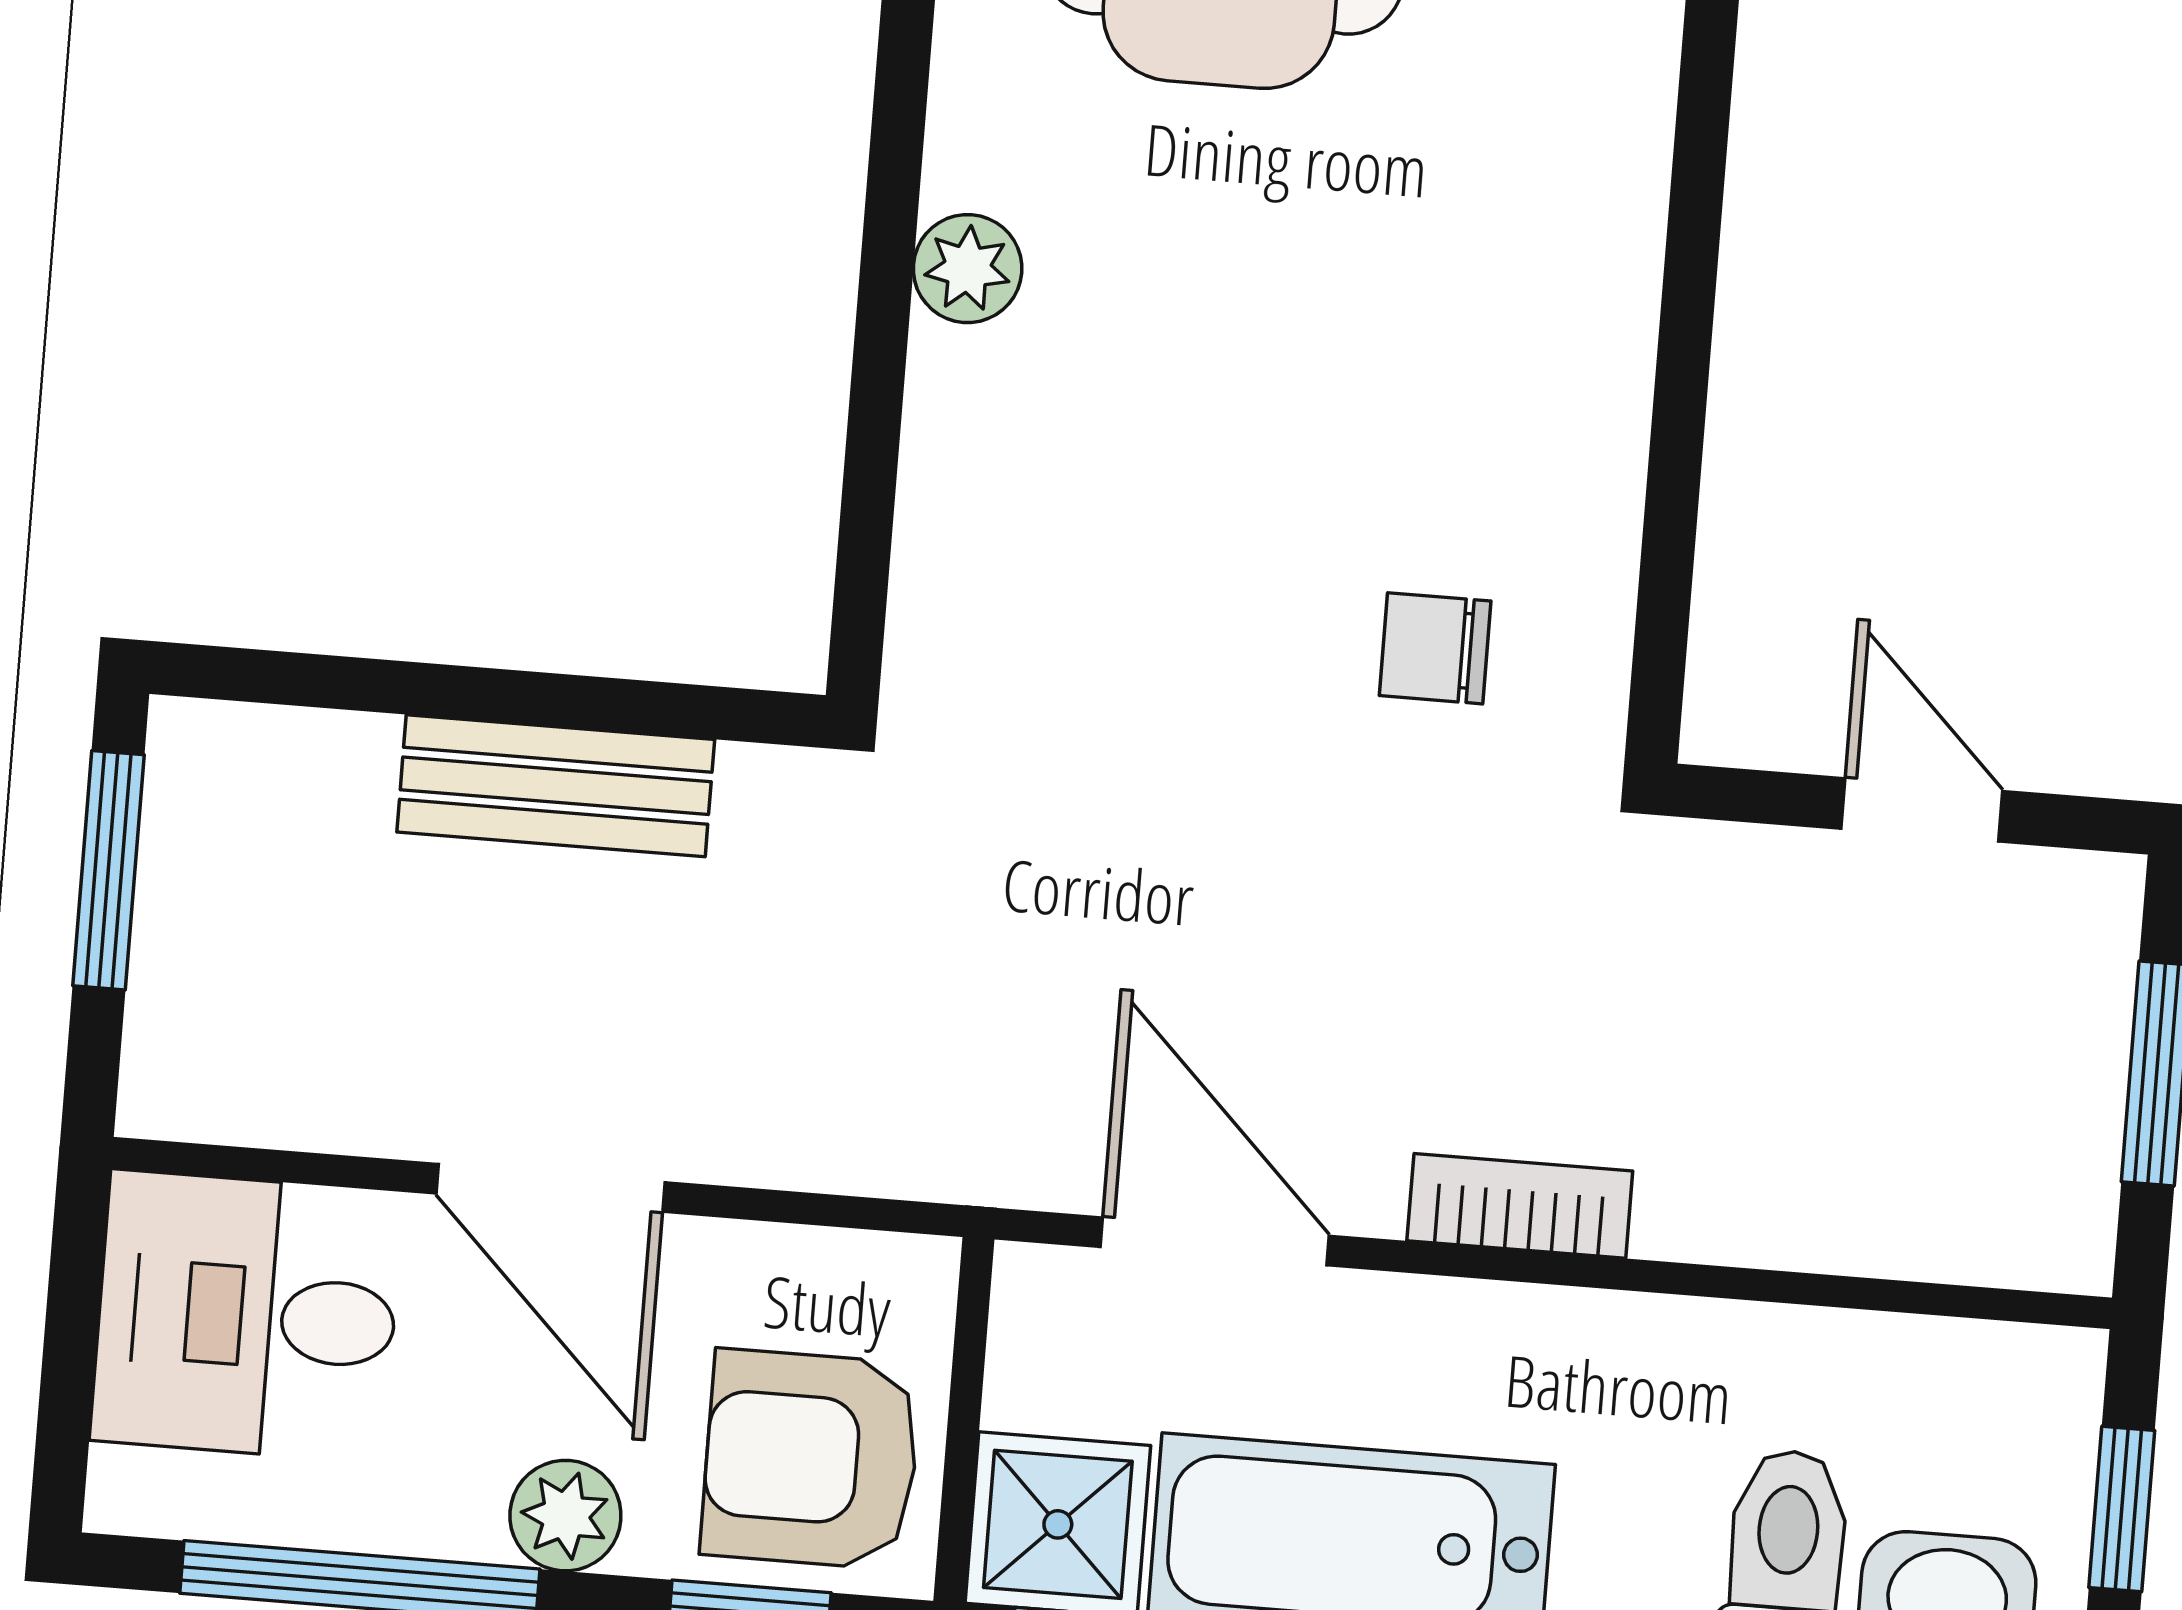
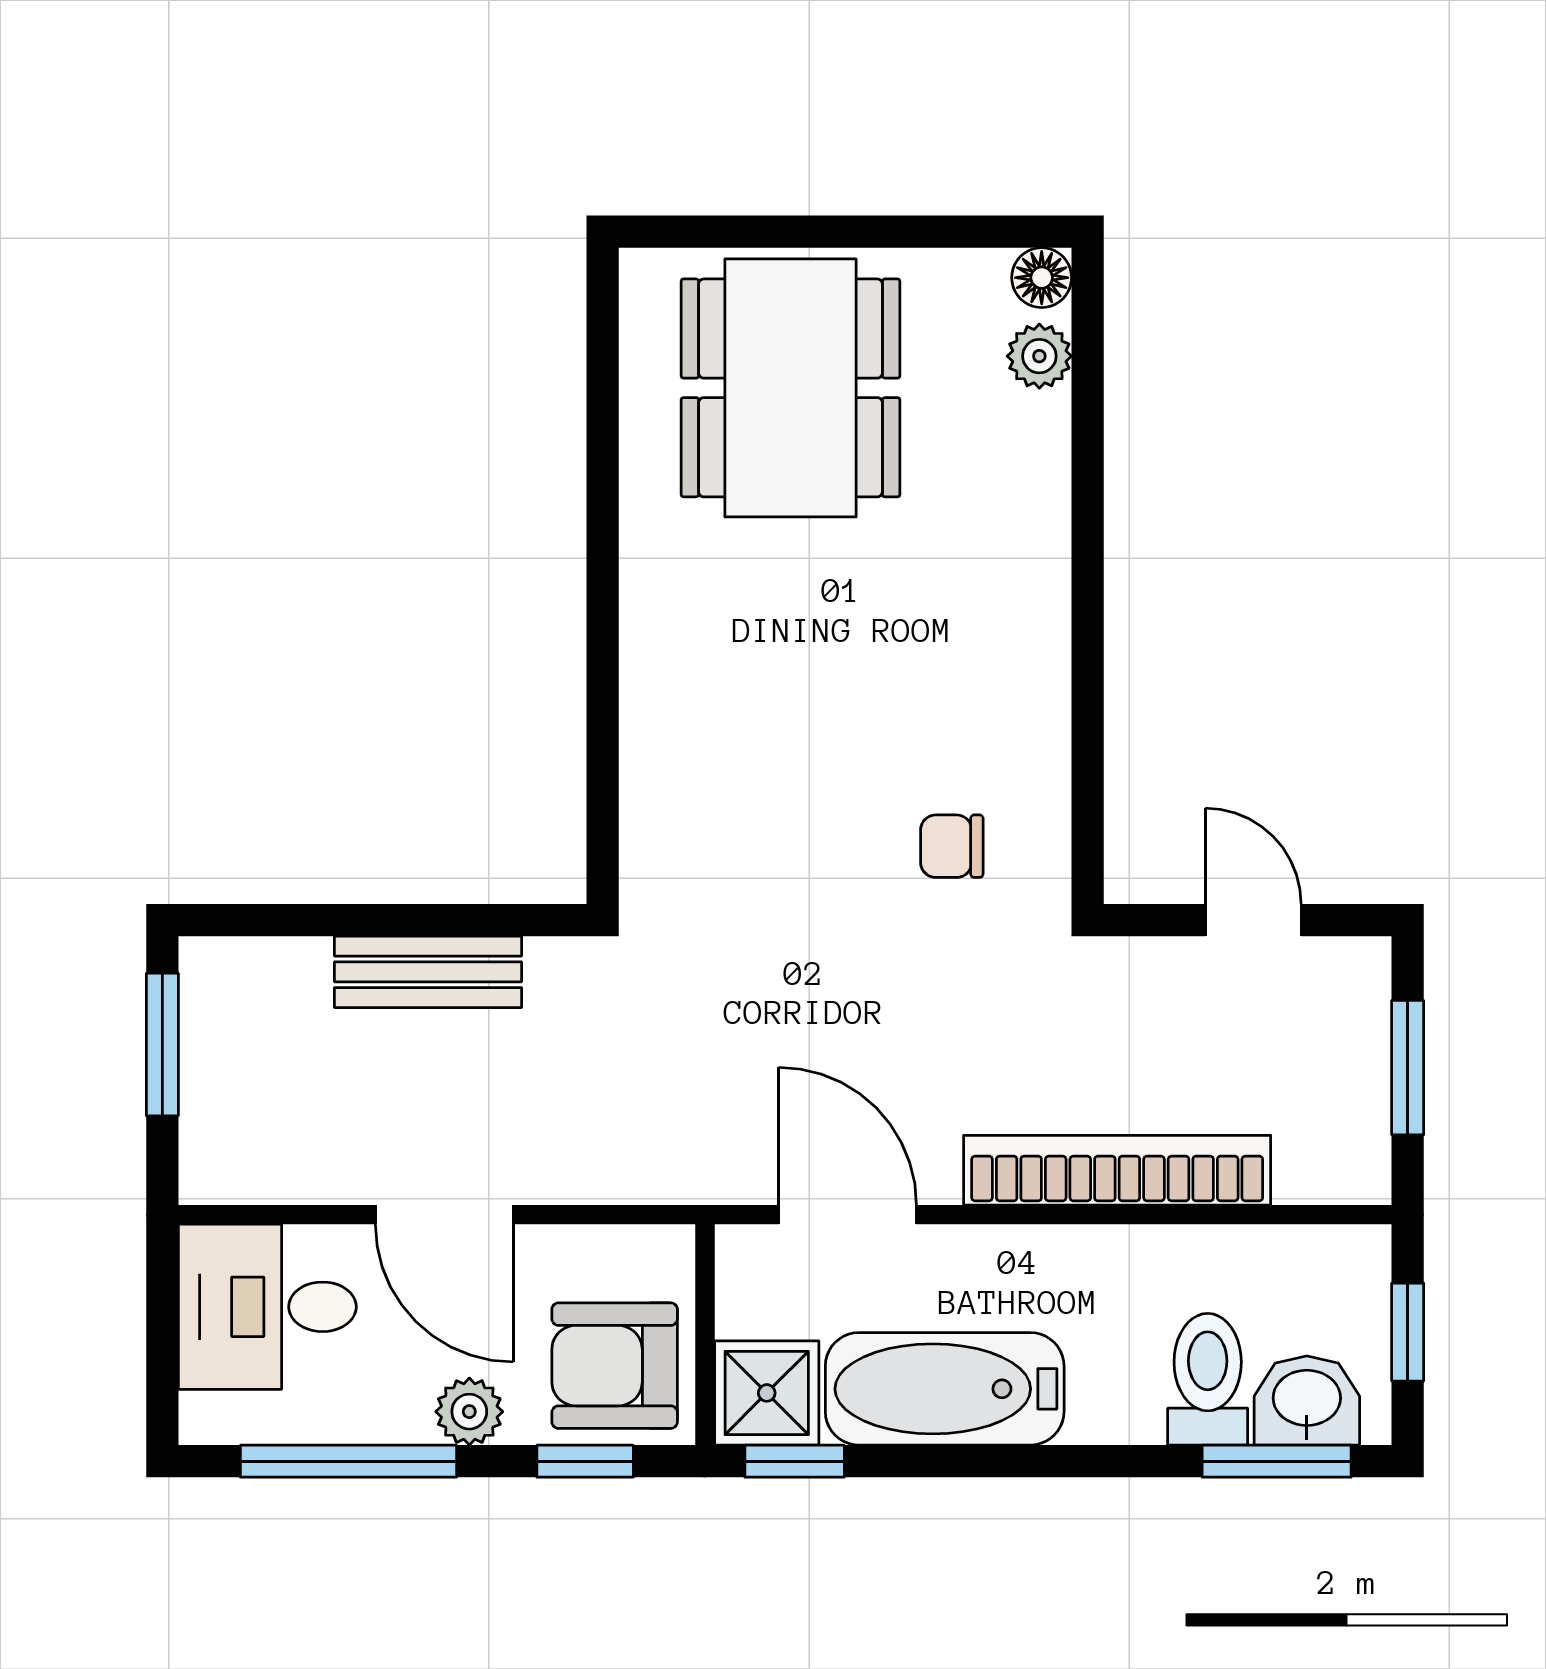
plant: (968, 269) -> (651, 640), removed
bookcase: (1520, 1206) -> (1117, 1170), width x2.31, depth x1.31

